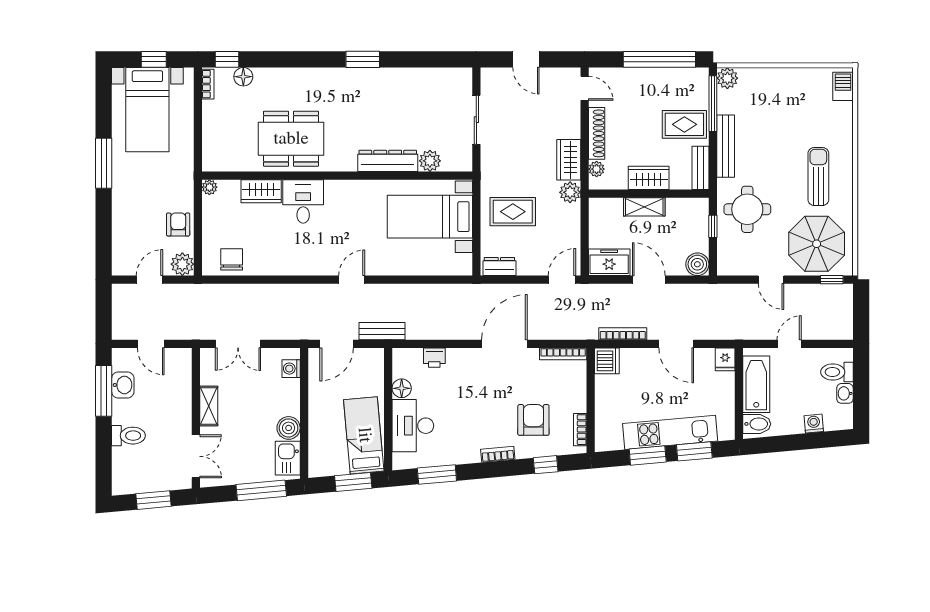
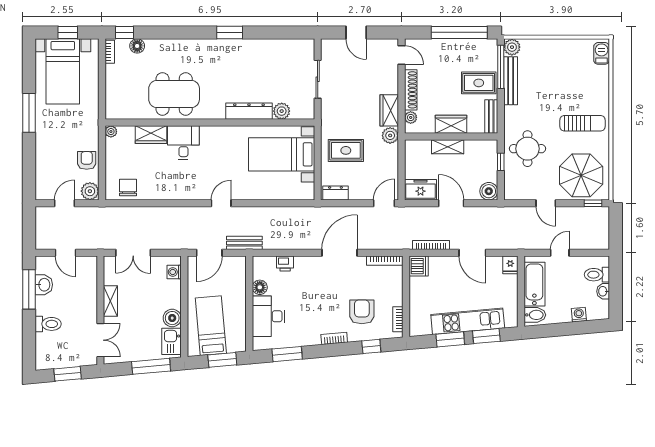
bench: (726, 146) -> (511, 81), moved
sun lounger: (818, 177) -> (582, 123), turned 90
bed: (364, 435) -> (211, 326), moved

